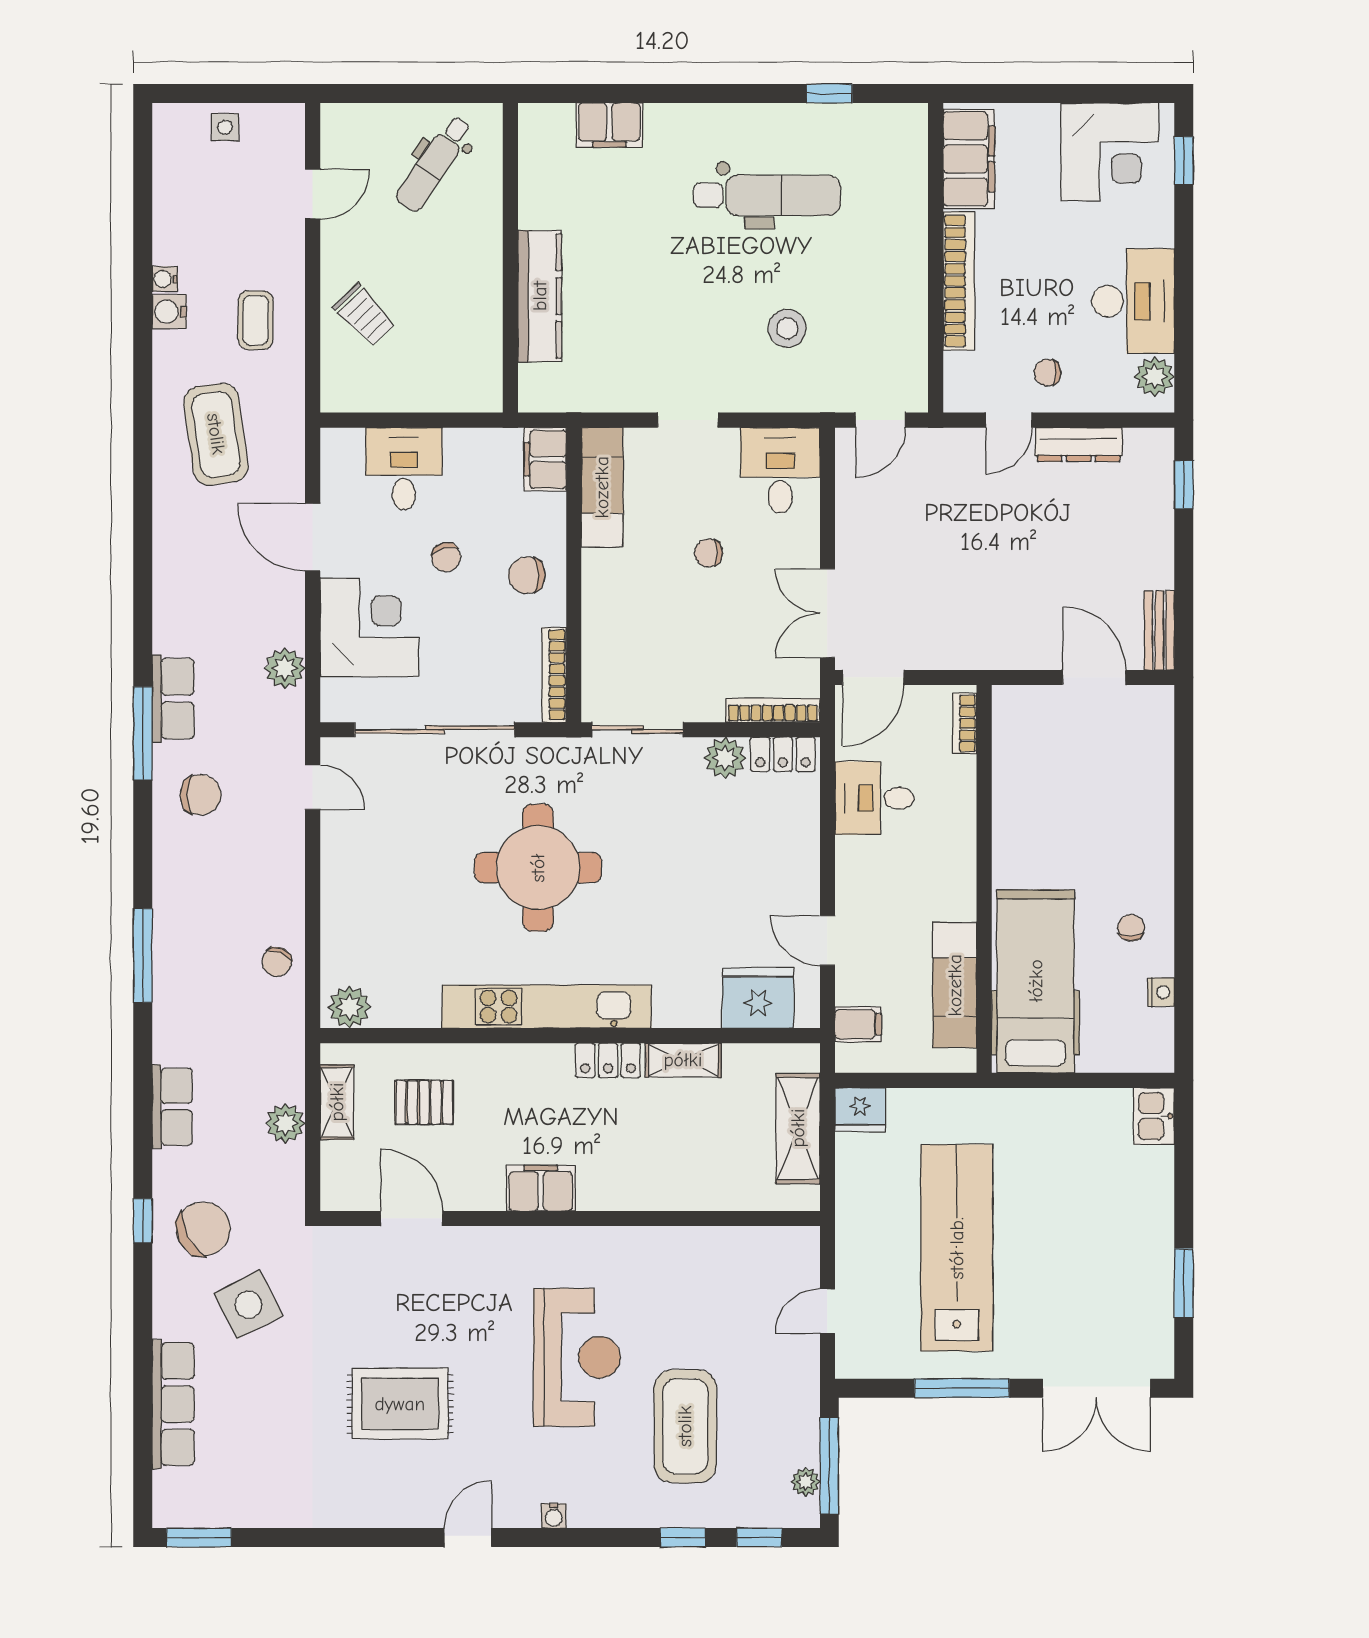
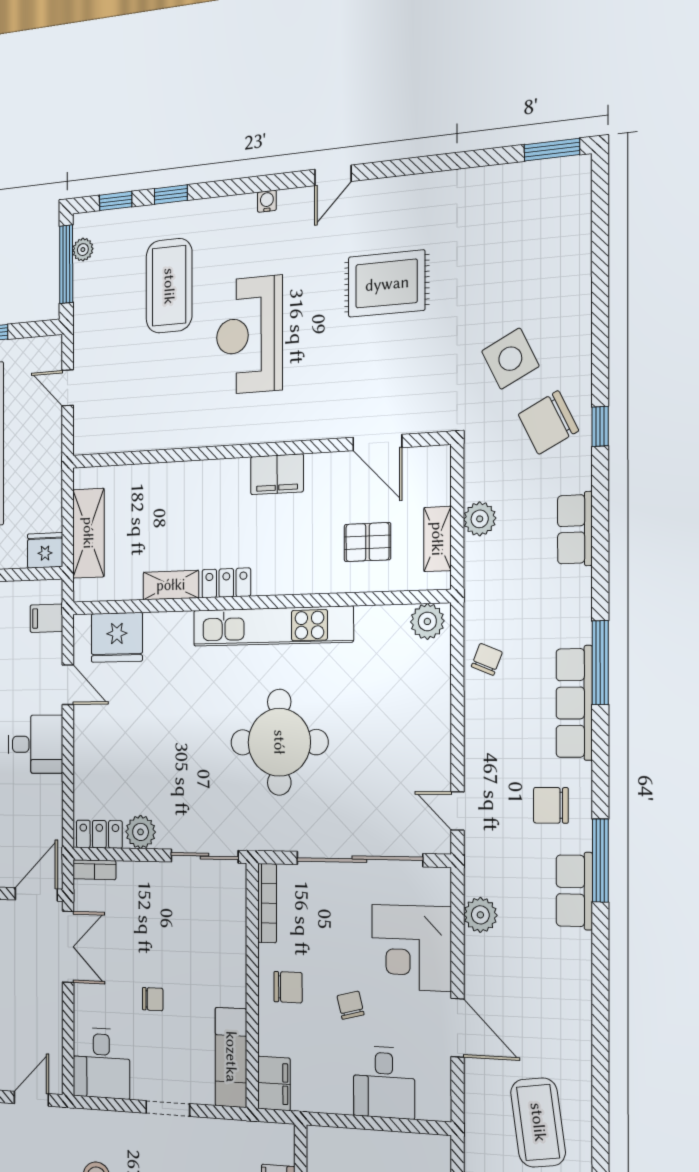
bookcase: (773, 710) -> (94, 870), width x0.64
desk: (874, 798) -> (35, 744), moved
door: (827, 1311) -> (68, 388), swing flipped
row of seats: (173, 1404) -> (574, 703), moved

